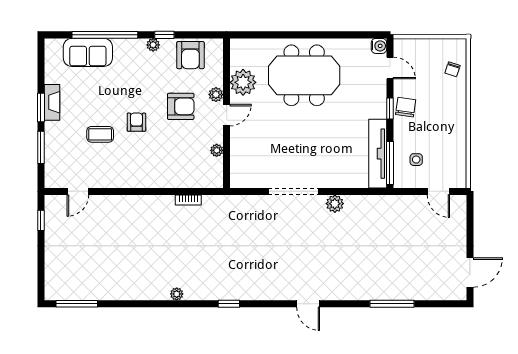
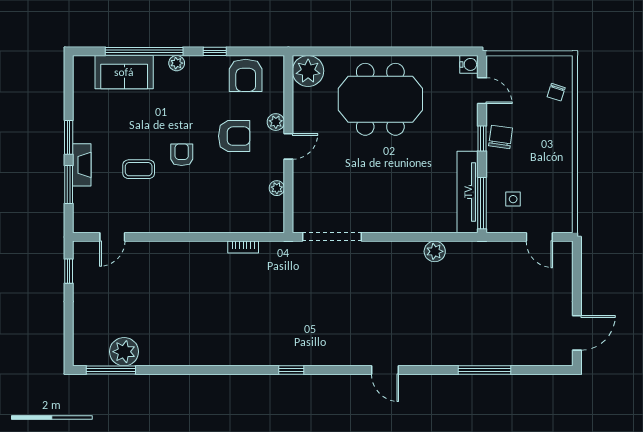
plant: (153, 45) -> (177, 63), moved
plant: (243, 82) -> (308, 71), moved
fireplace: (52, 102) -> (82, 165), moved
doorway: (293, 191) -> (332, 237), moved
plant: (335, 204) -> (435, 251), moved
plant: (177, 294) -> (124, 352), moved, width x1.87, depth x1.87

